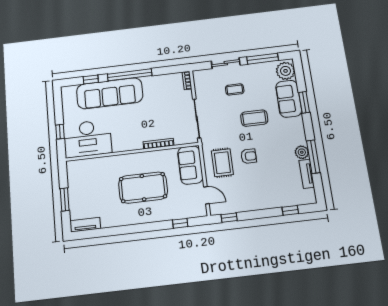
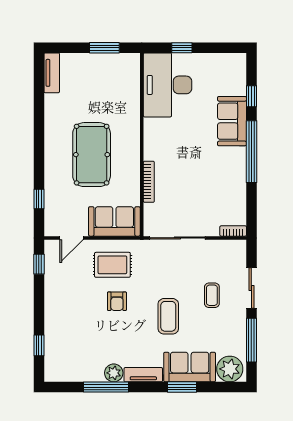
sofa: (110, 93) -> (232, 121), width x0.54, depth x0.79
tv unit: (307, 174) -> (143, 375), moved
window: (65, 199) -> (104, 48), moved

